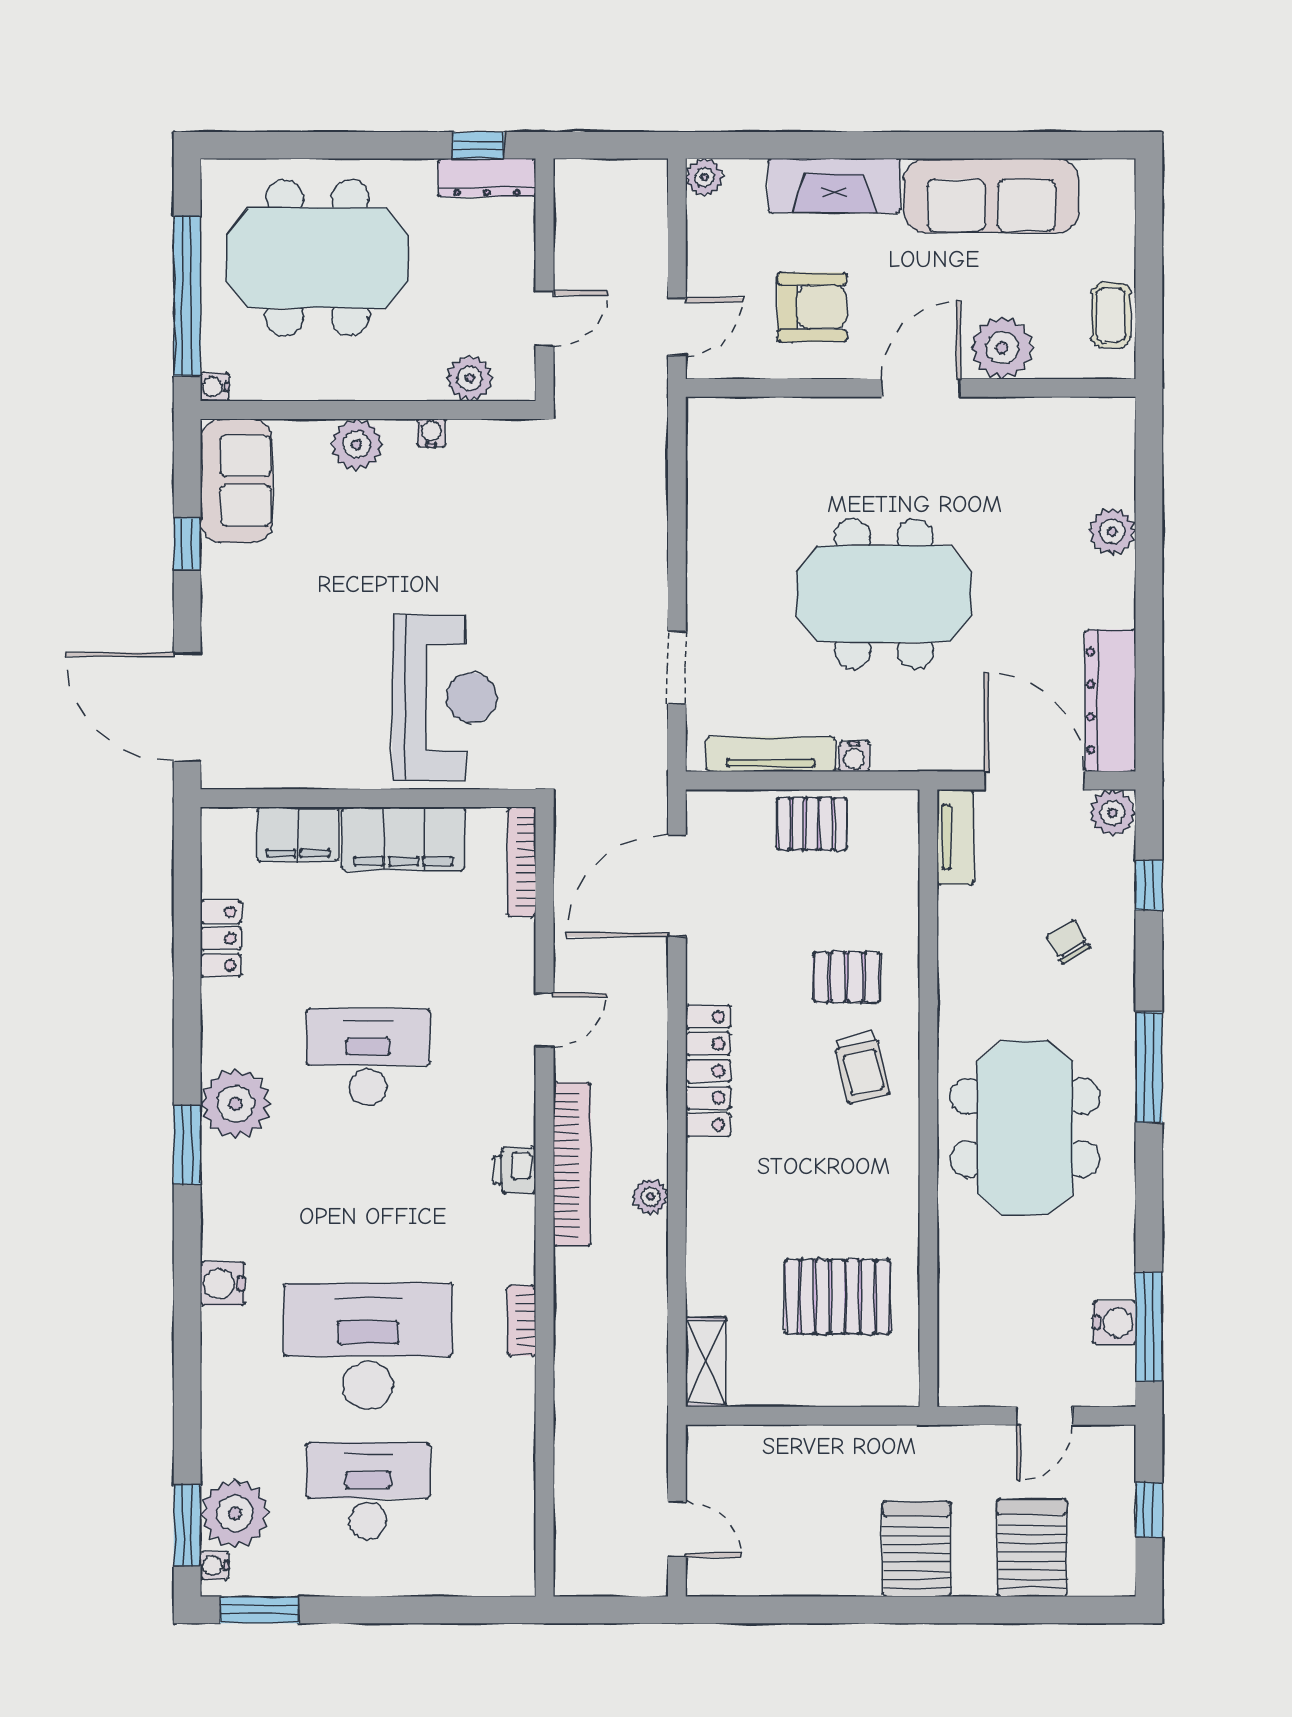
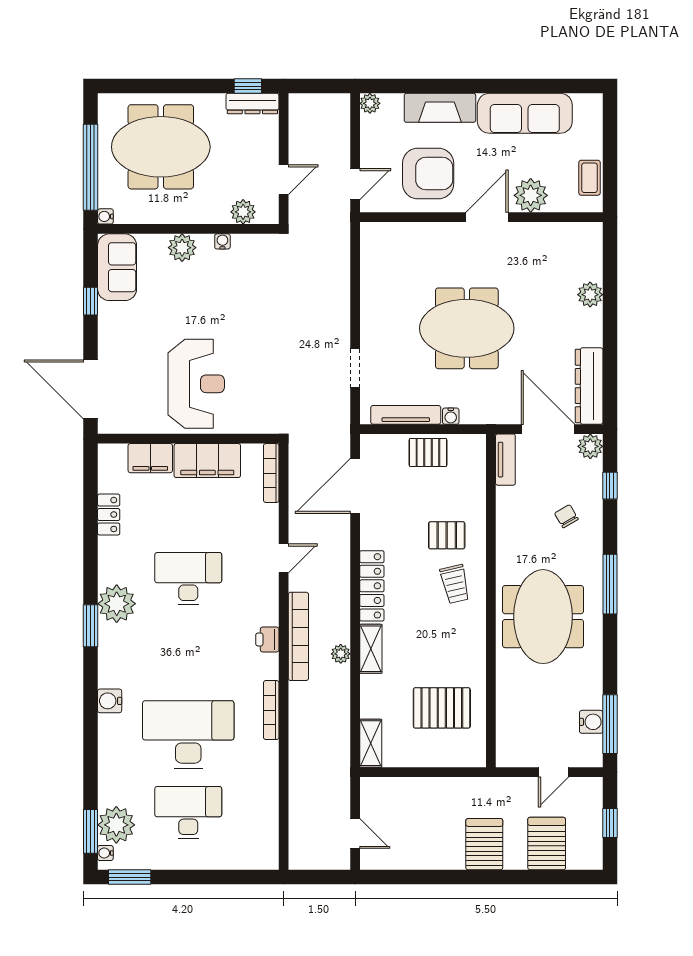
armchair: (812, 307) -> (428, 173), width x1.36, depth x1.36
reception desk: (444, 698) -> (196, 384), moved
shelving: (706, 1187) -> (371, 649), added
bookcase: (522, 1320) -> (271, 710), width x1.56

